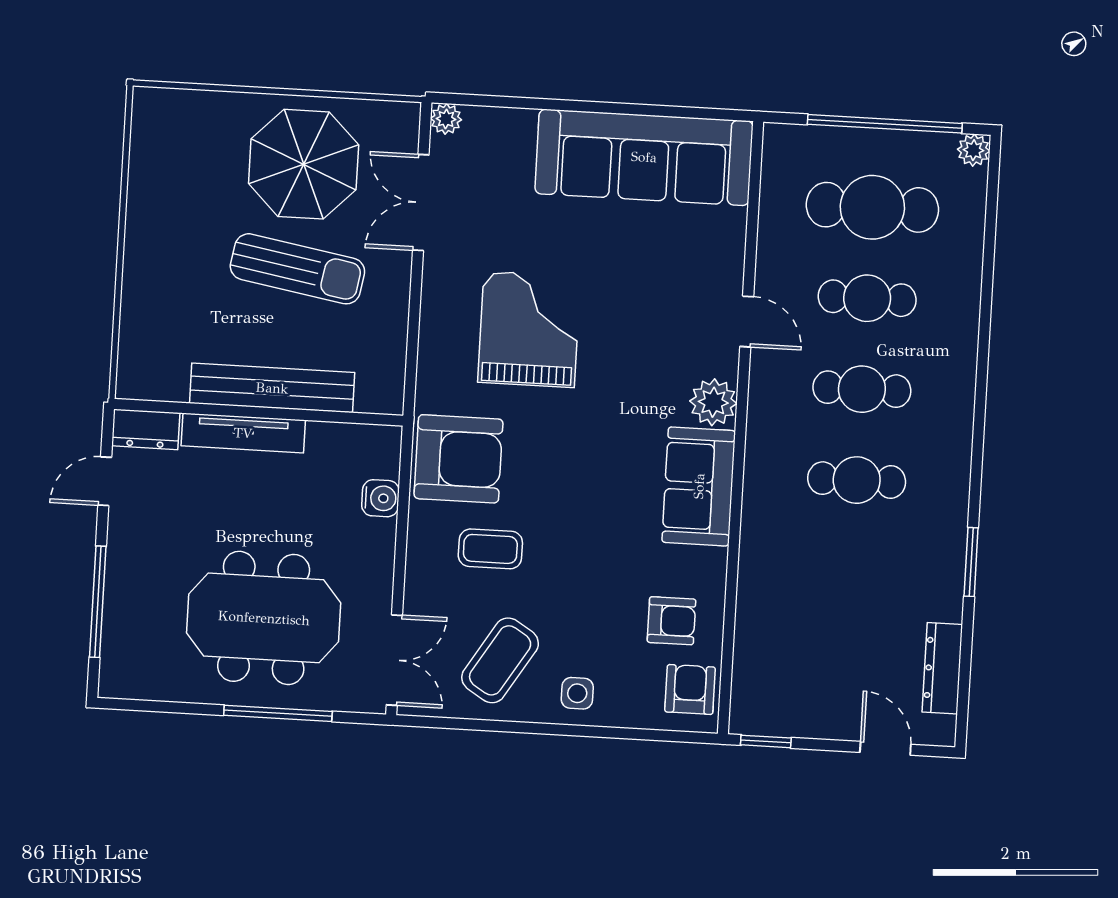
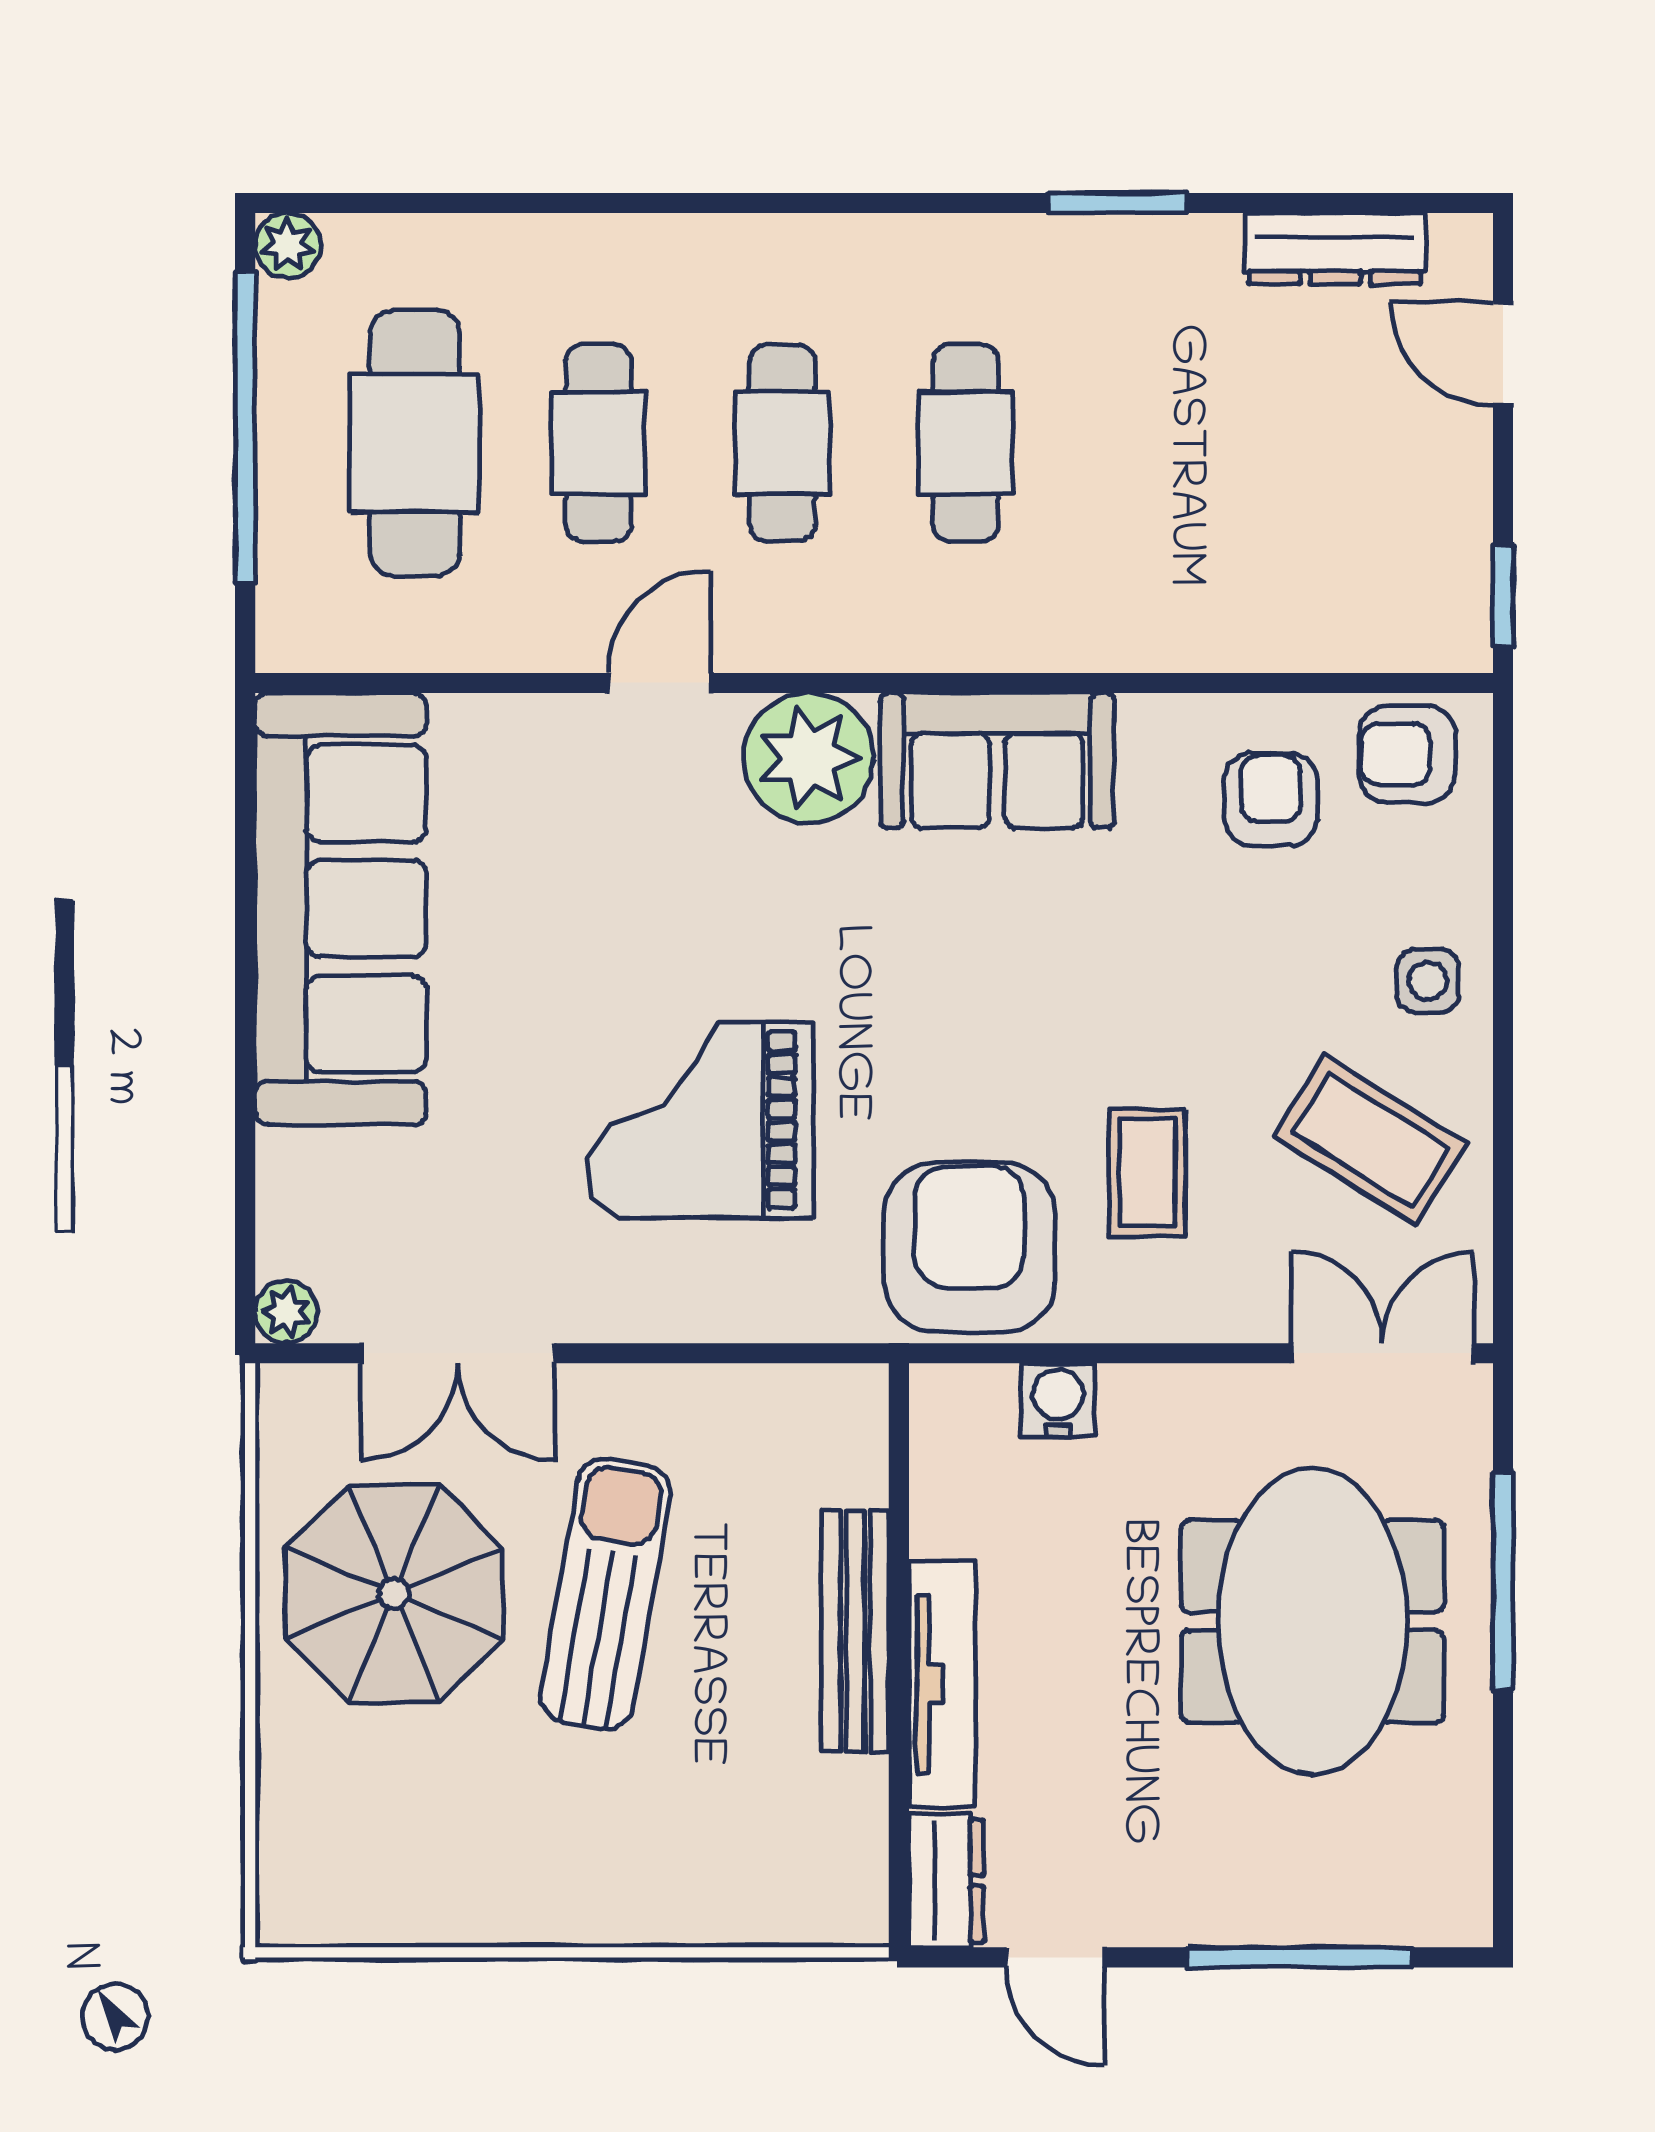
bench: (272, 388) -> (855, 1631), width x0.73, depth x0.82
plant: (713, 402) -> (809, 758), width x1.36, depth x1.36
door: (885, 748) -> (1503, 354), hinge flipped

